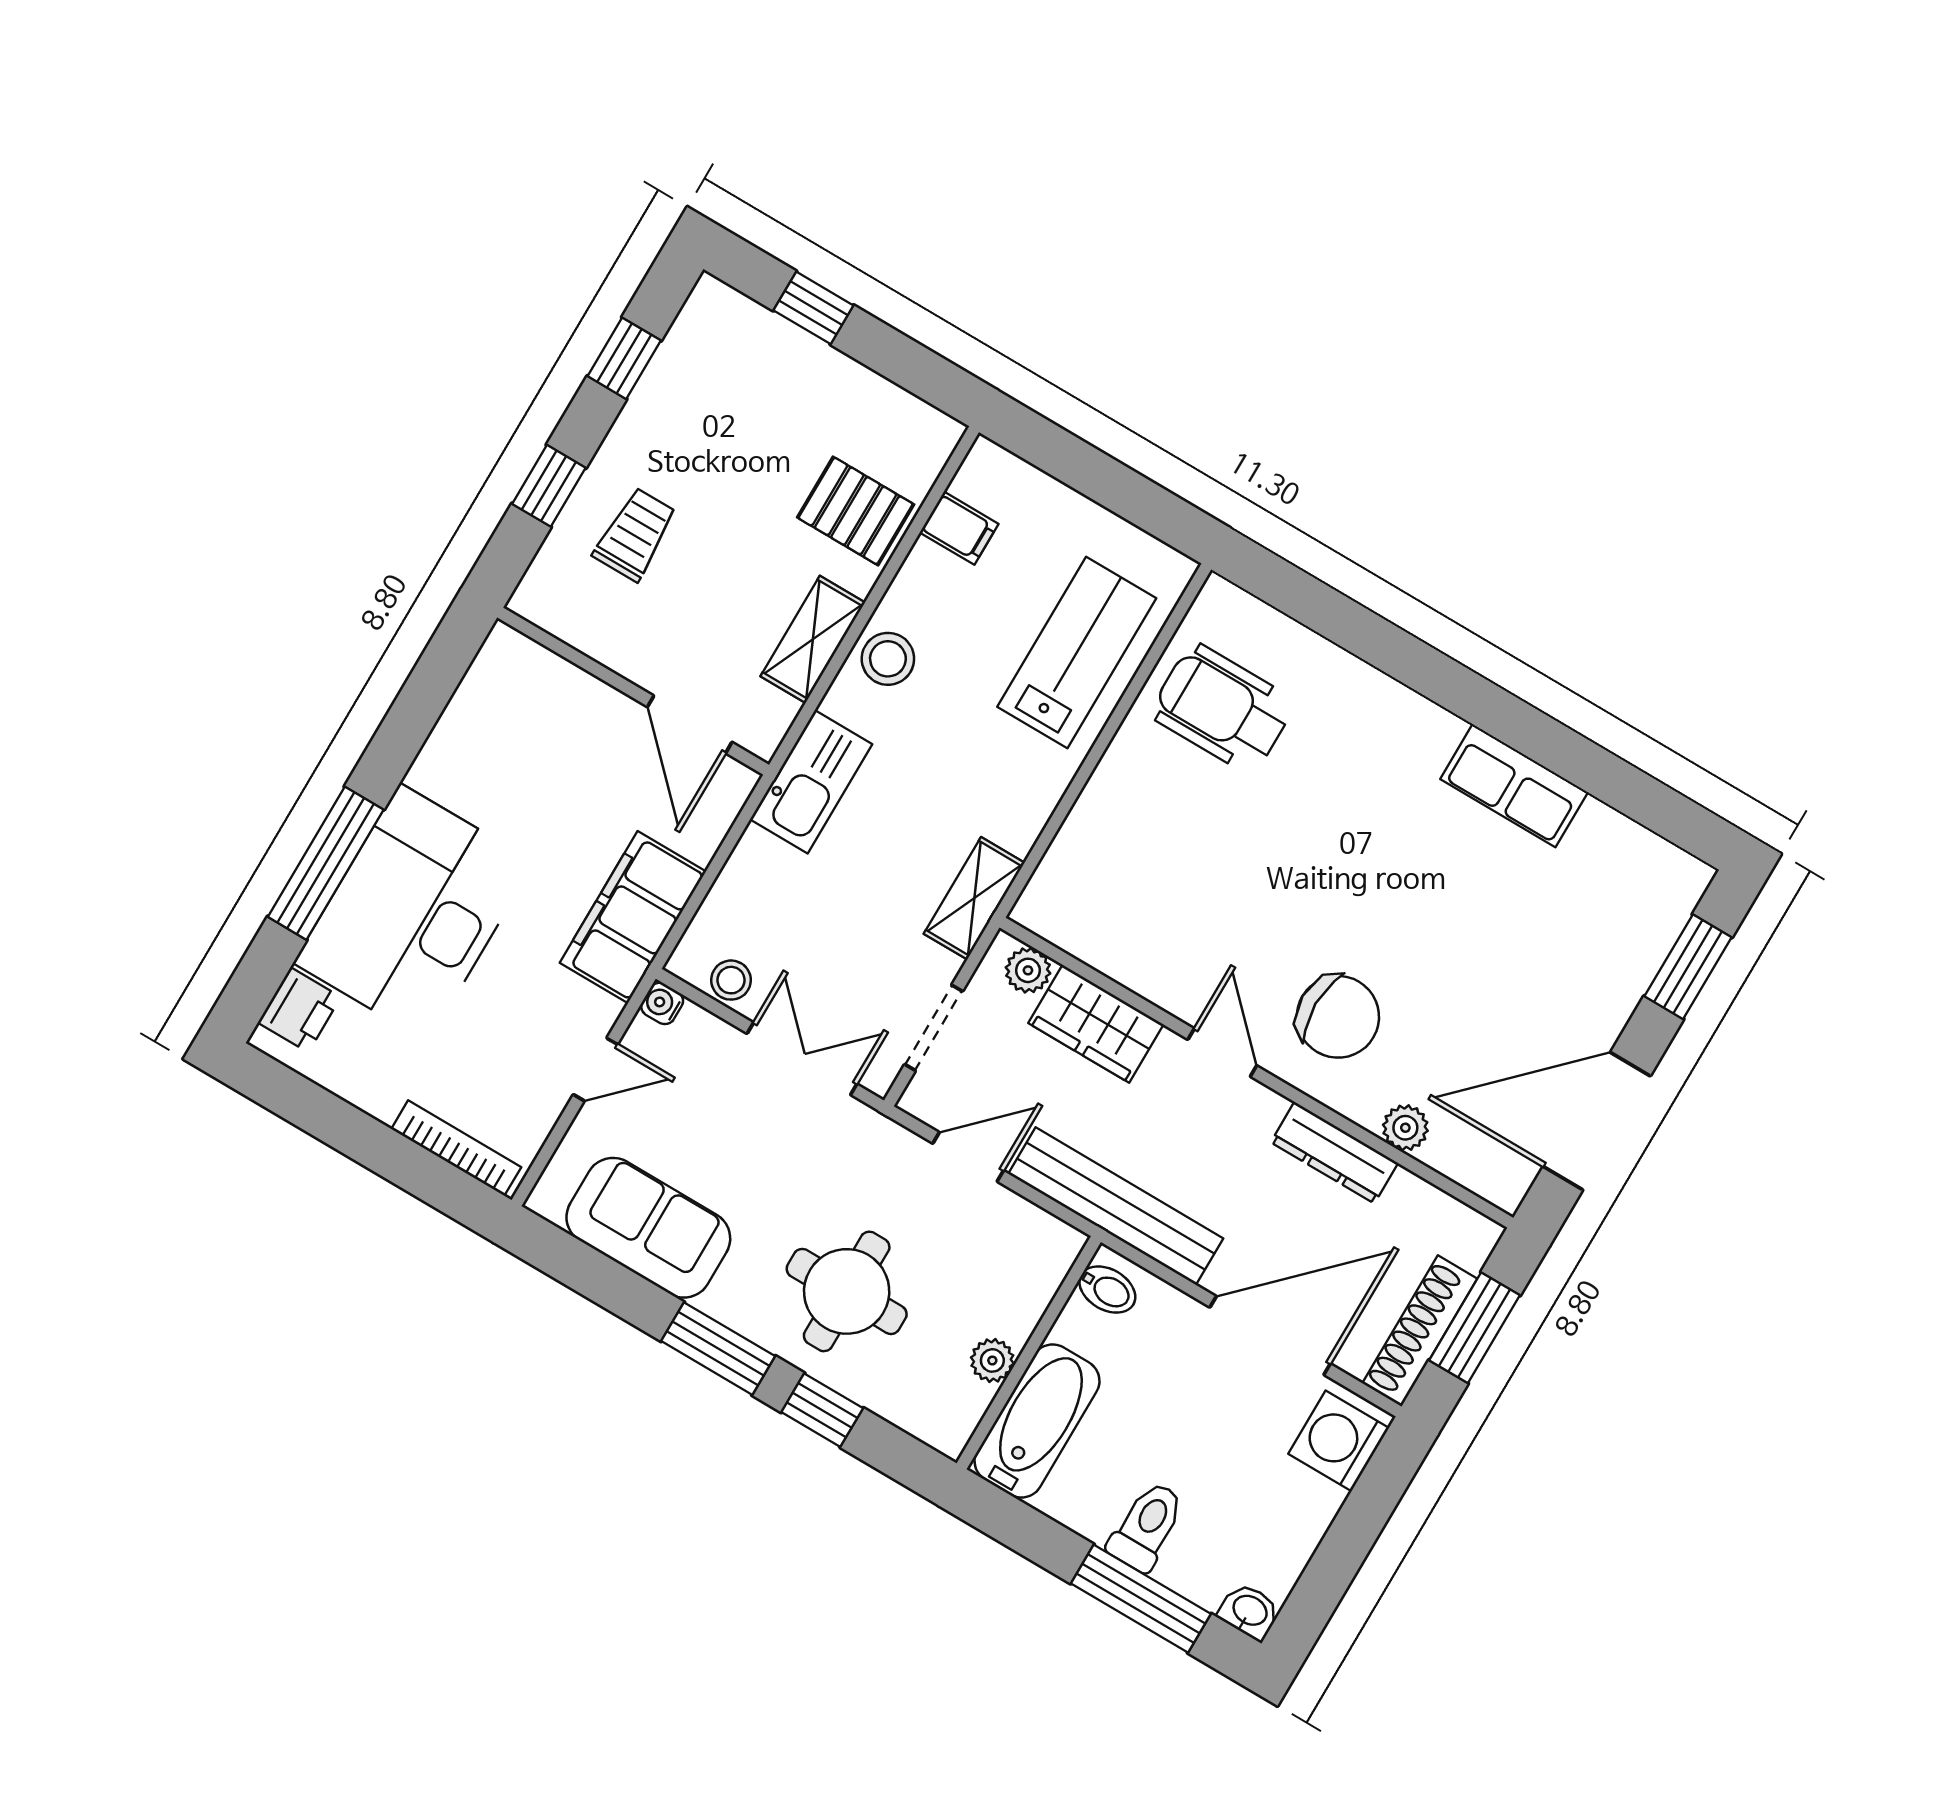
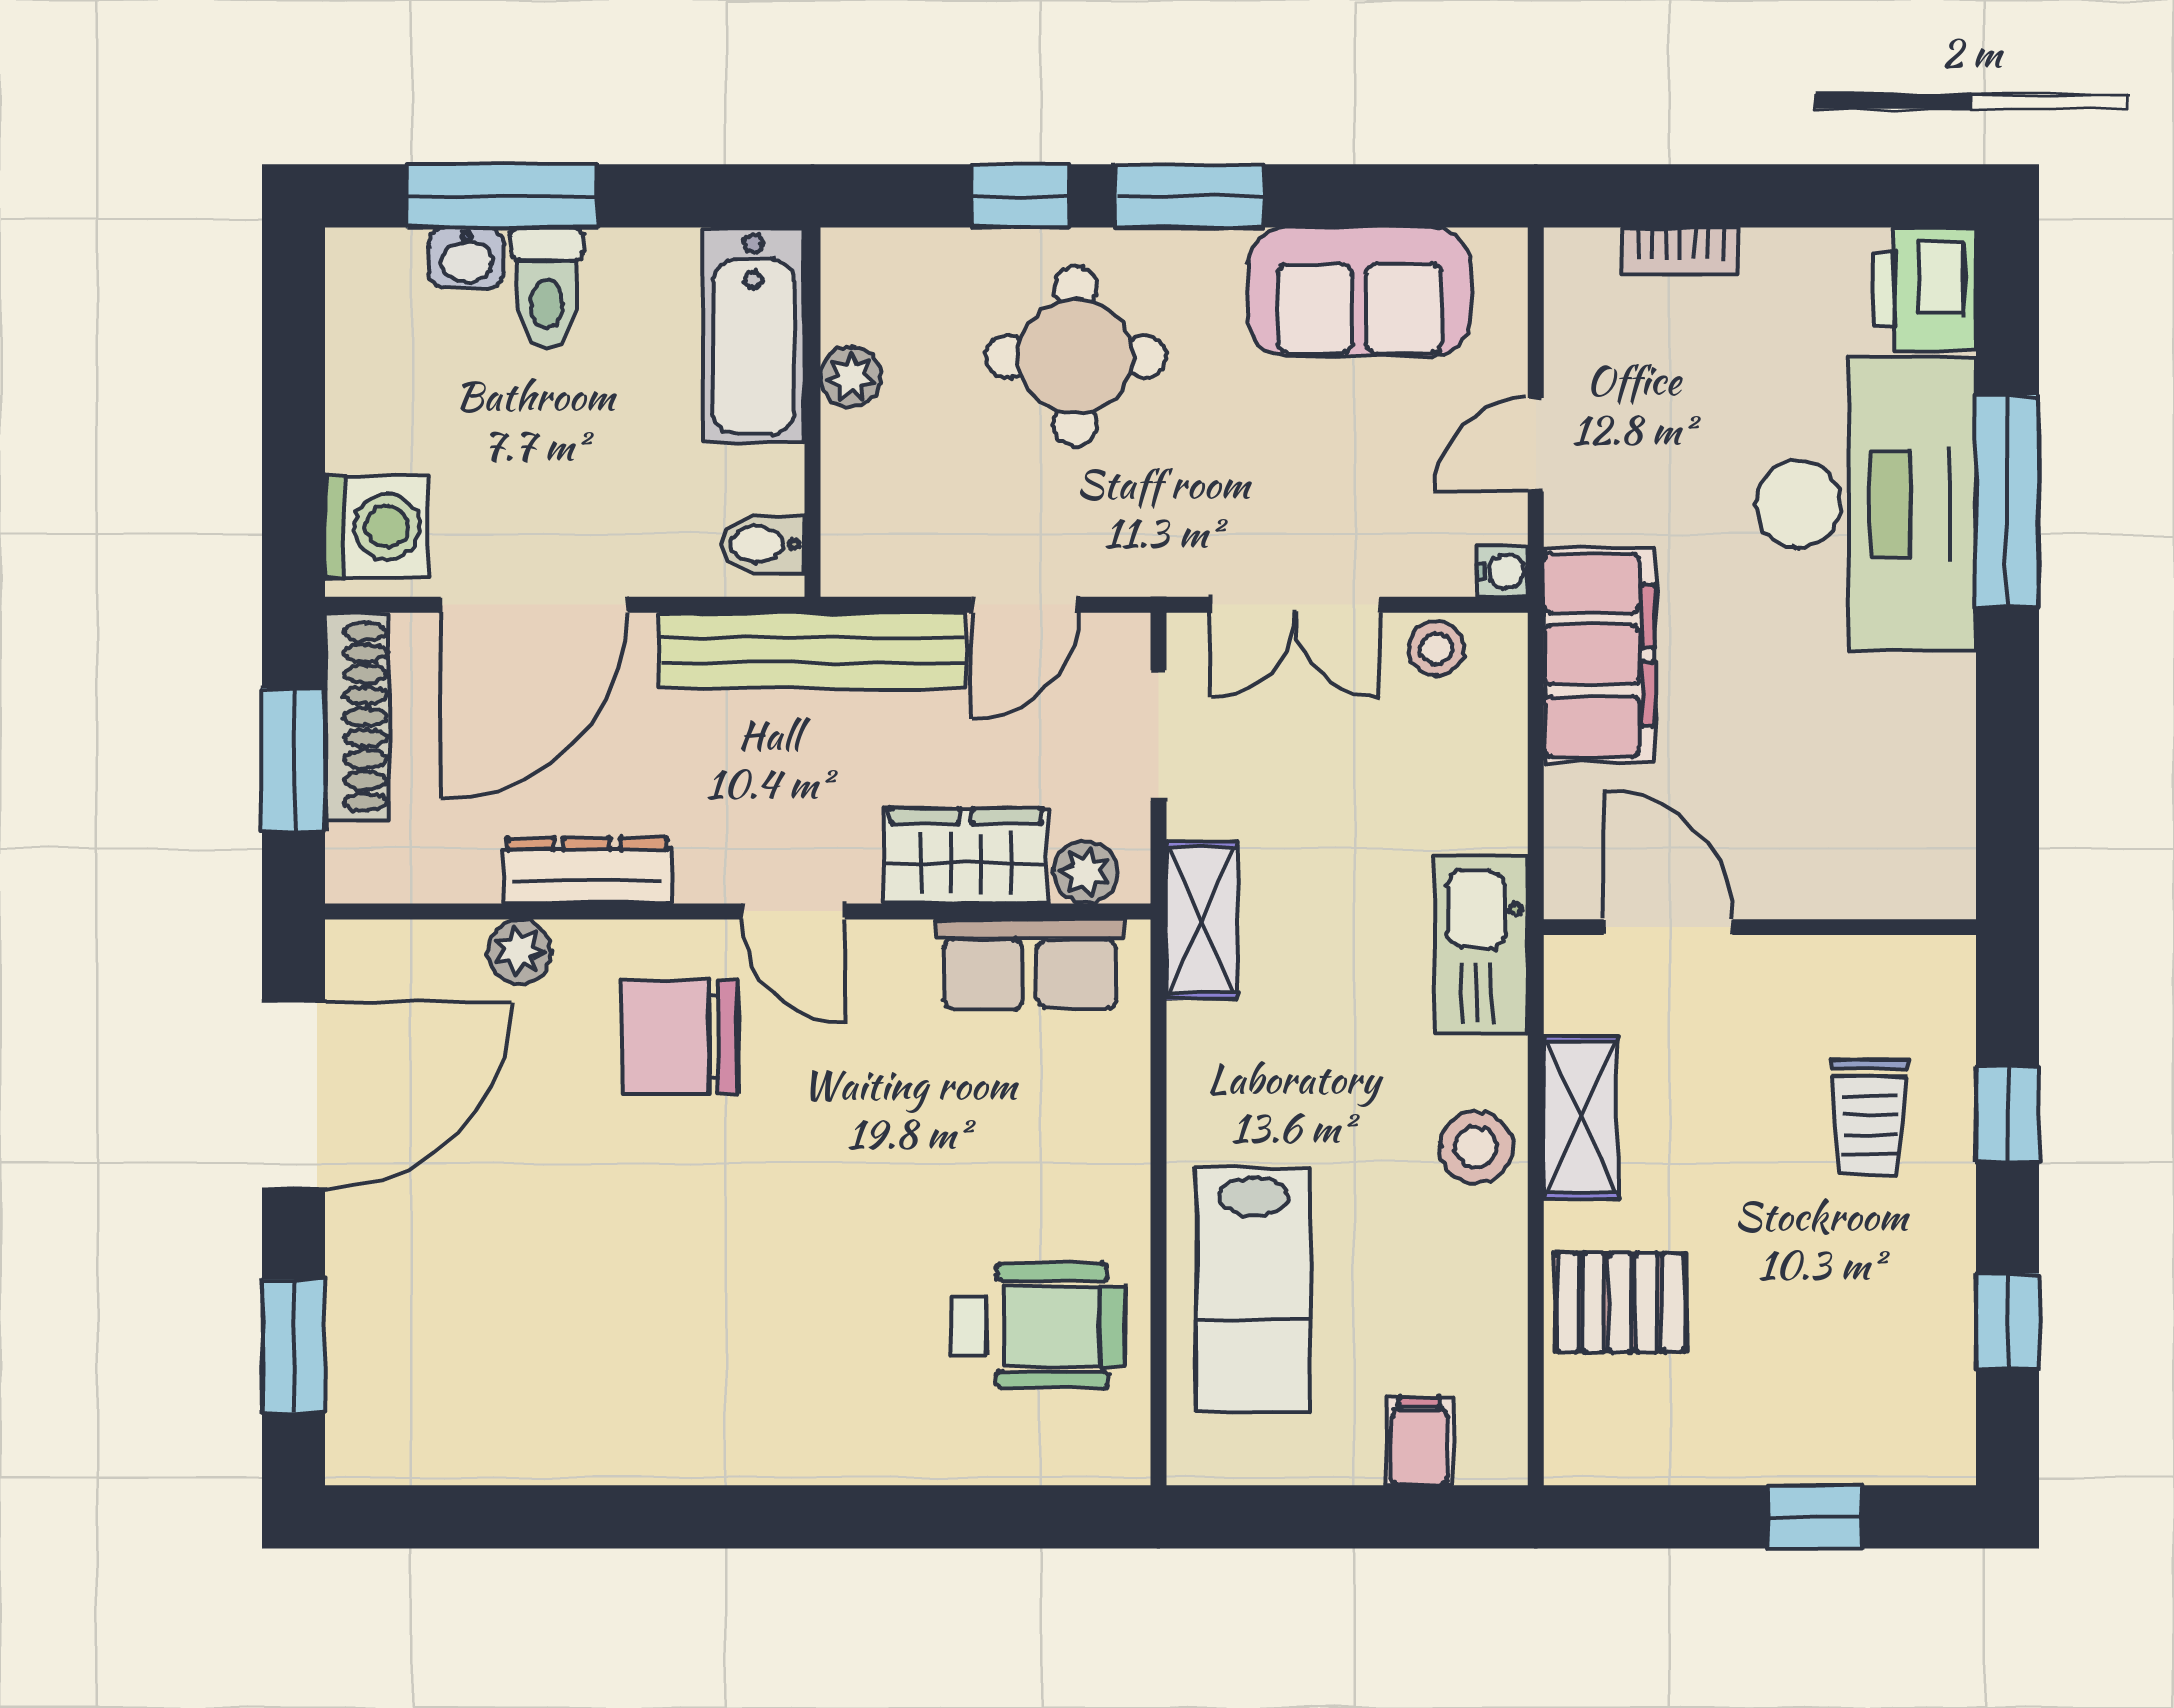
filing cabinet: (959, 528) -> (1420, 1441), moved, turned 90
row of seats: (1514, 786) -> (1030, 964), moved, turned 180
printer: (299, 1010) -> (1925, 289), width x1.36, depth x1.24
bookcase: (456, 1148) -> (1681, 251), width x0.64
washbasin: (1249, 1611) -> (467, 258), moved

